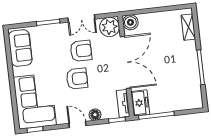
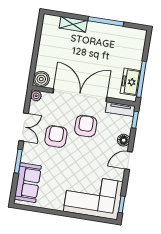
plant: (110, 27) -> (36, 96), width x0.53, depth x0.53
shelving: (188, 27) -> (73, 24), moved
sofa: (20, 48) -> (28, 183), moved, turned 90
armchair: (77, 79) -> (86, 126), moved
freezer: (140, 103) -> (131, 82), moved, turned -90

